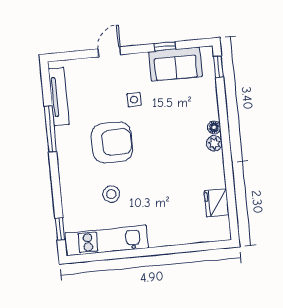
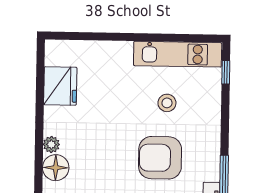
floor lamp: (214, 127) -> (56, 168), width x1.89, depth x1.89
fridge: (216, 203) -> (60, 86), width x1.36, depth x1.34

